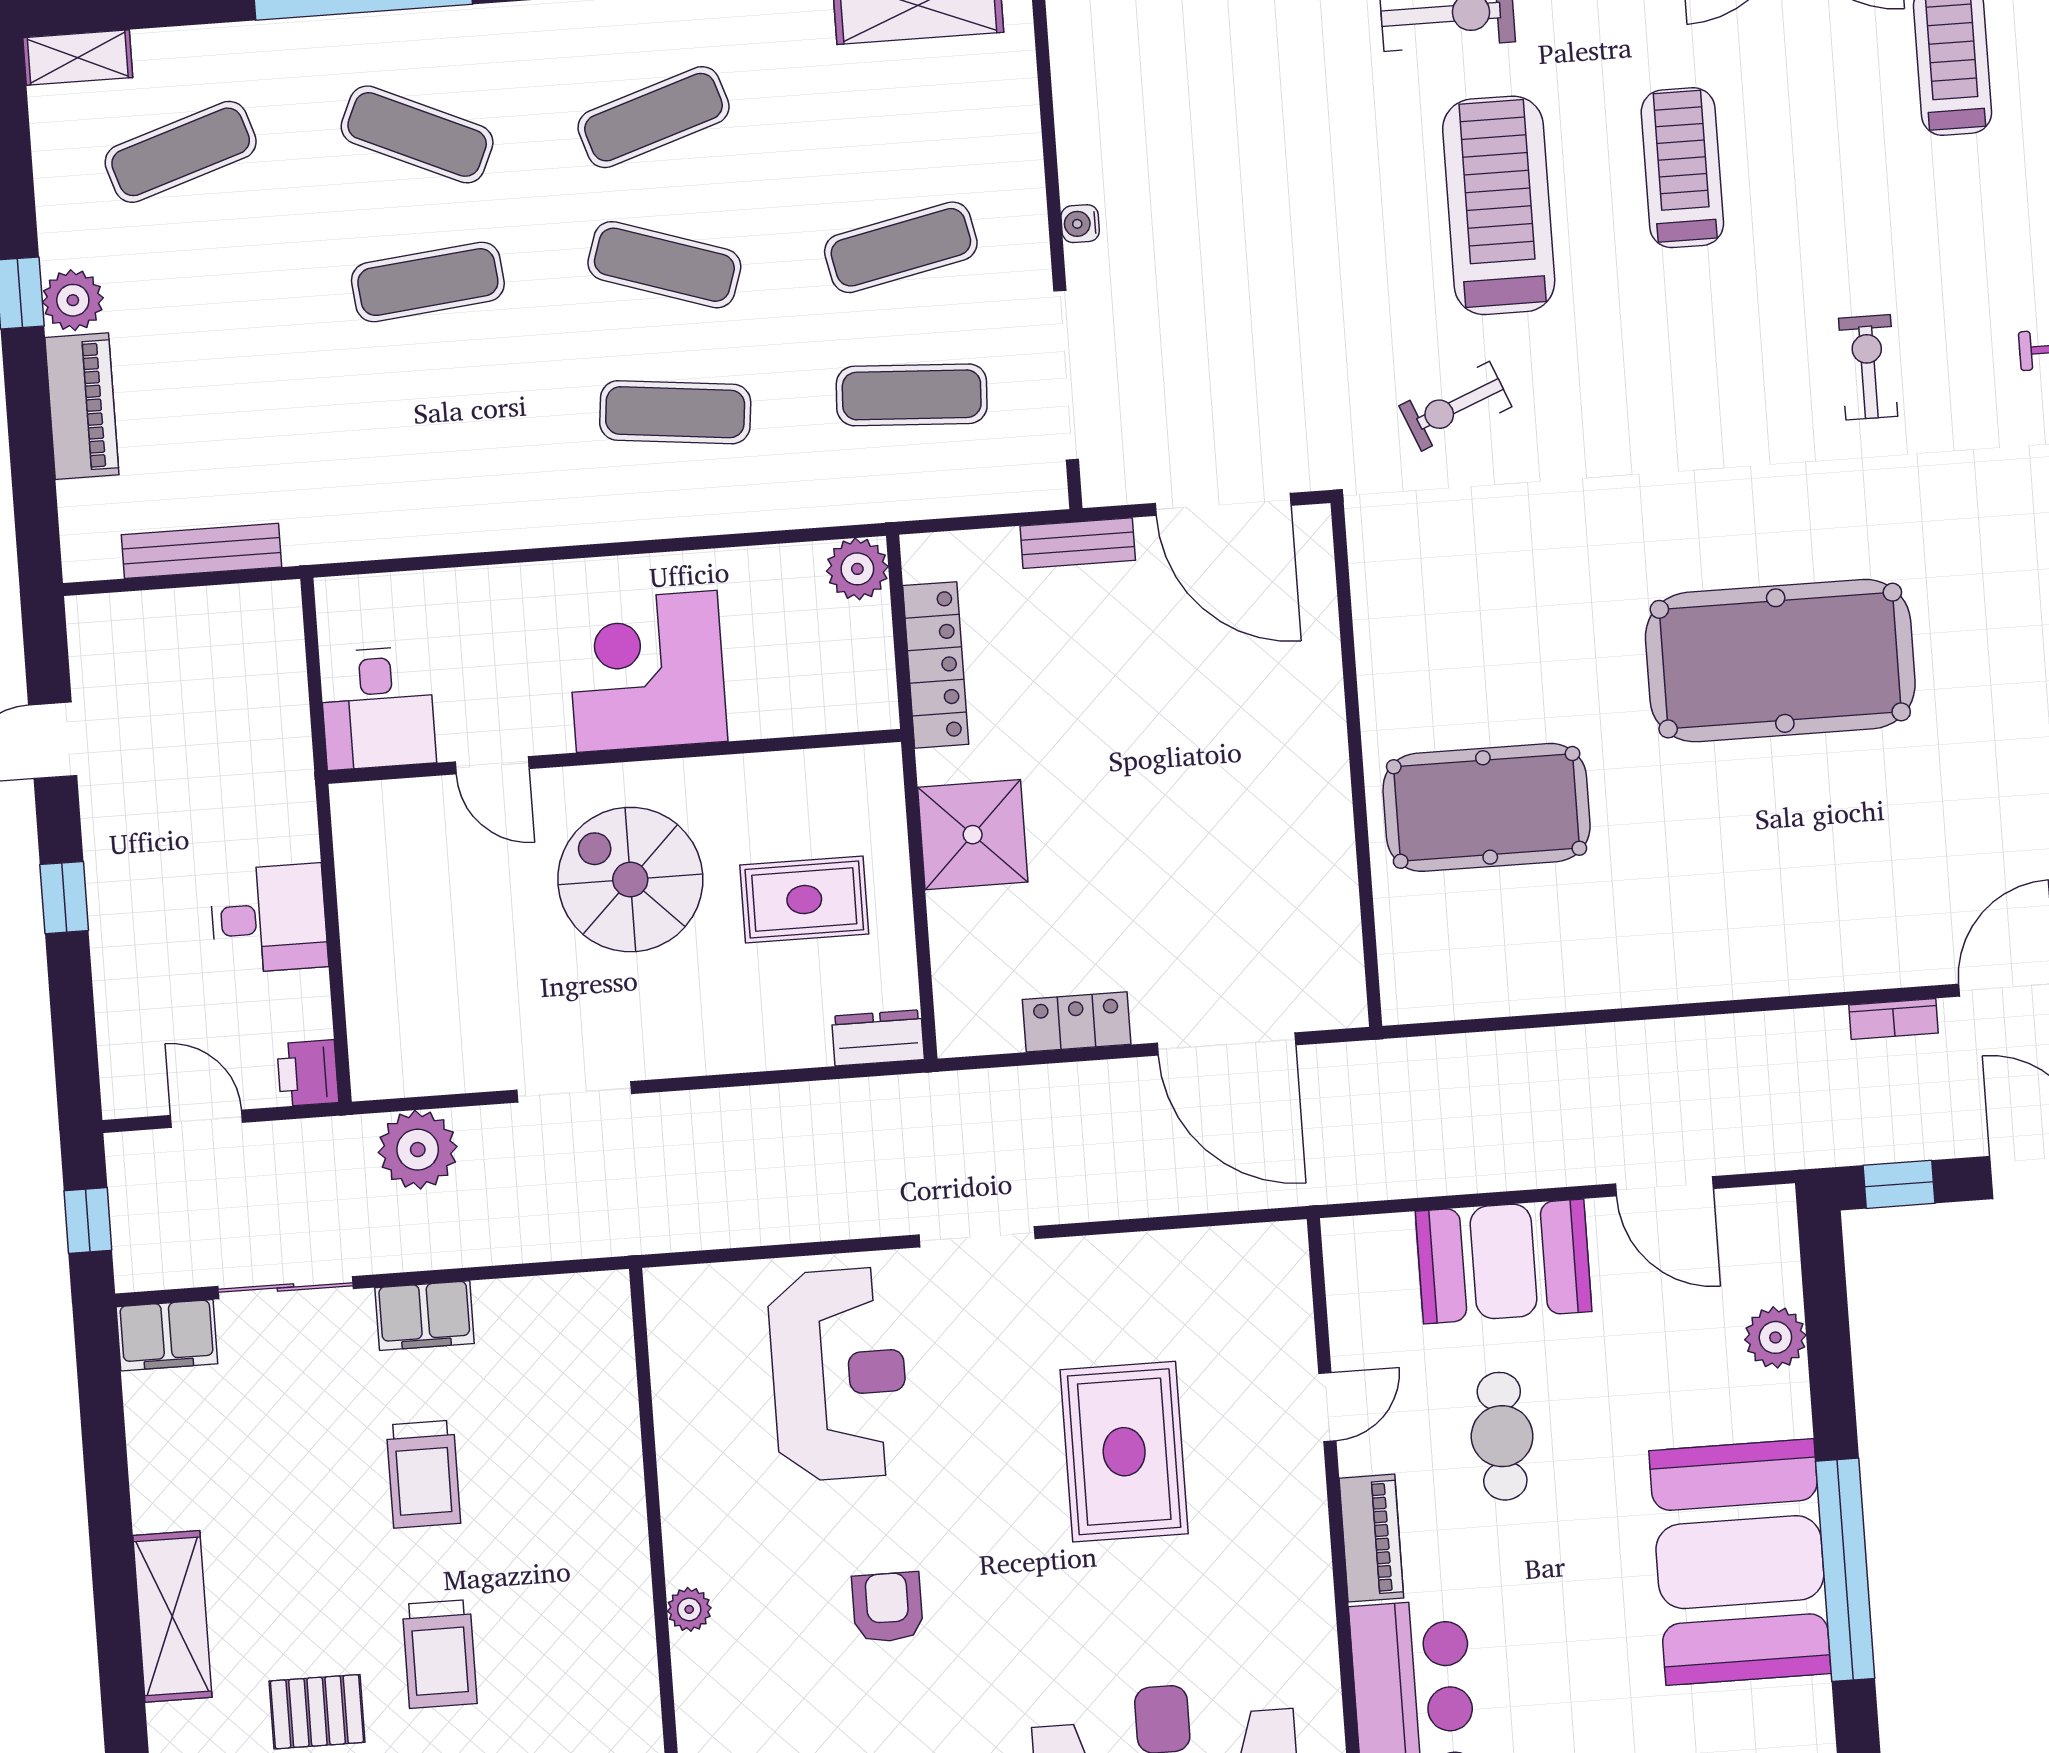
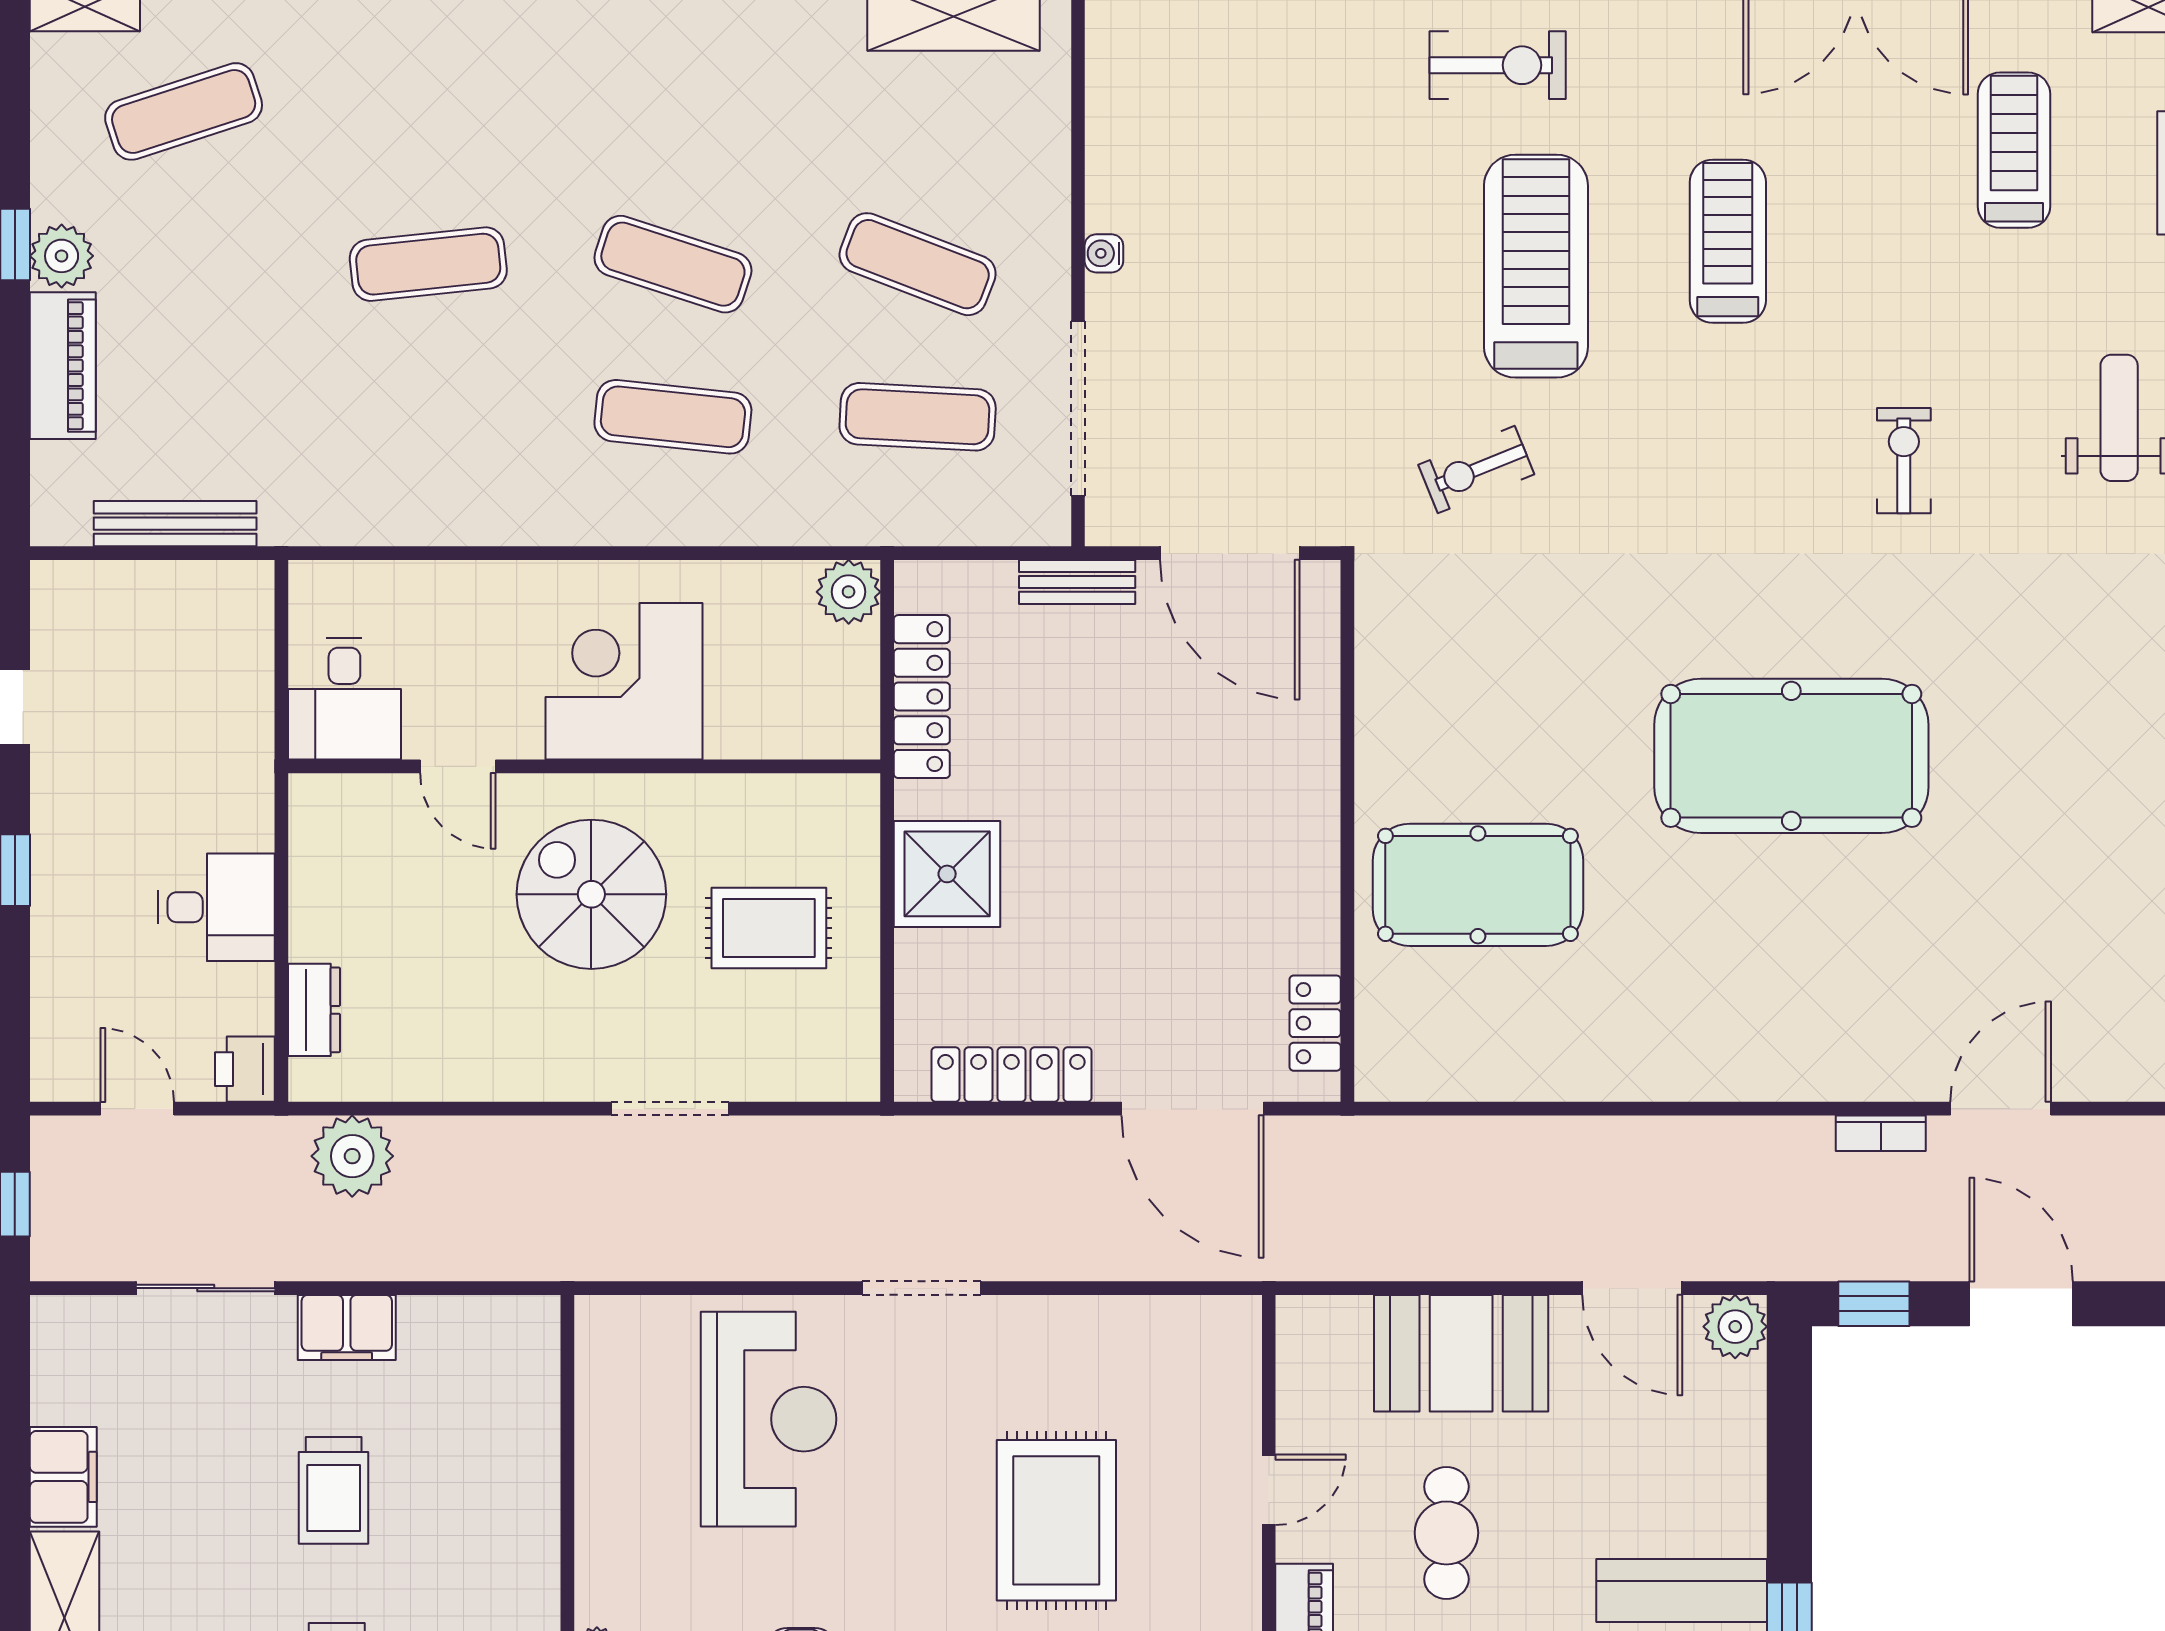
exercise mat: (654, 117) -> (673, 111), removed
exercise mat: (417, 134) -> (428, 111), removed
exercise mat: (901, 247) -> (918, 264), turned 33
locker: (1339, 953) -> (1315, 1023), added
locker: (1077, 1022) -> (1011, 1075), width x1.53
dresser: (878, 1038) -> (314, 1010), moved, turned 90
doorway: (574, 1092) -> (670, 1109), moved
filing cabinet: (167, 1335) -> (63, 1477), moved, turned -90
plant: (1775, 1337) -> (1735, 1327), moved

